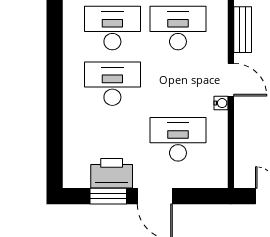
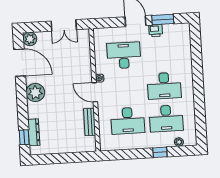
desk: (178, 139) -> (124, 55), turned 180
printer: (112, 173) -> (156, 31), width x0.53, depth x0.68

